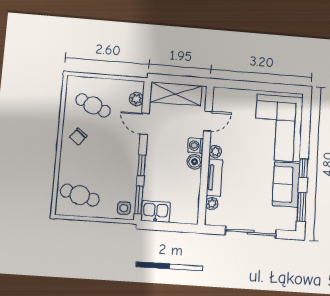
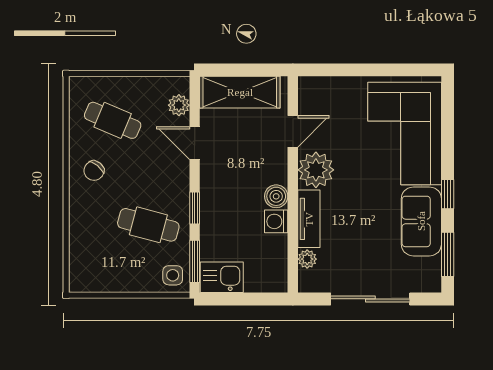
washing machine: (196, 146) -> (276, 221), moved
plant: (215, 152) -> (316, 170), width x1.88, depth x1.88
cafe table: (80, 195) -> (148, 225), moved

